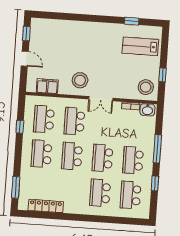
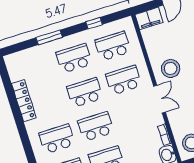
filing cabinet: (47, 86) -> (149, 18), moved, turned 90
double door: (101, 99) -> (160, 99), swing flipped
window: (16, 187) -> (49, 37), moved
locker: (46, 206) -> (24, 101), moved

